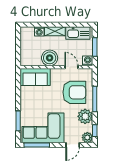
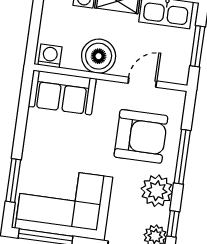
washing machine: (88, 61) -> (50, 56), moved
door: (72, 67) -> (142, 82), hinge flipped

